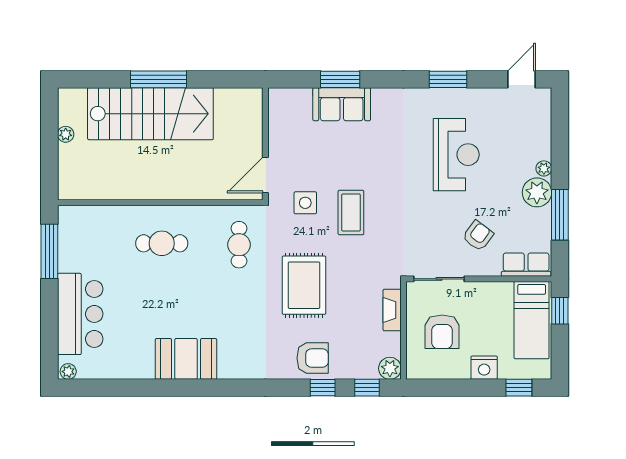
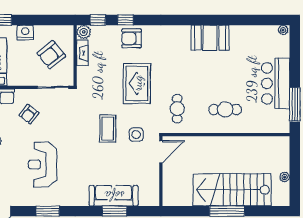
sofa: (342, 104) -> (114, 196), width x1.36
fireplace: (392, 310) -> (82, 53), moved
bar counter: (80, 314) -> (276, 83), moved
armchair: (442, 332) -> (51, 55), turned -129

